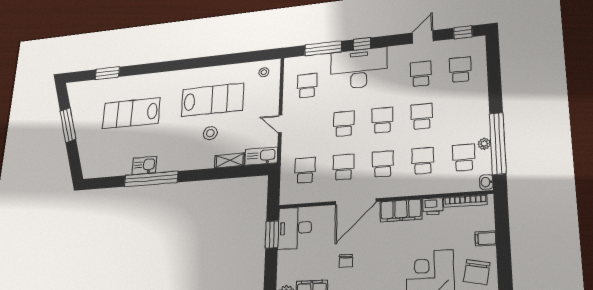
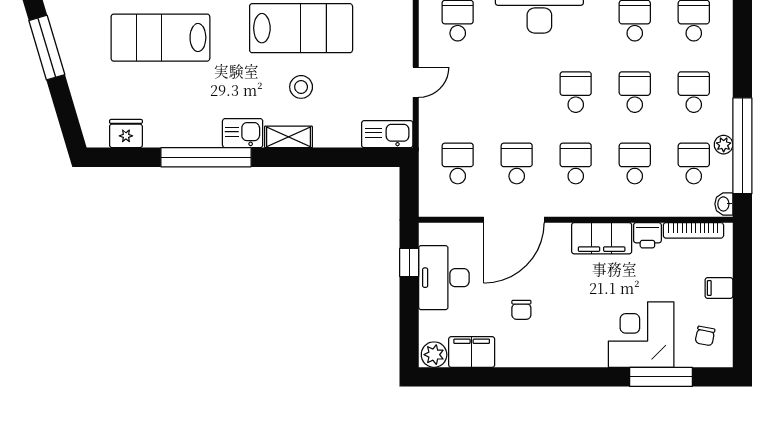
door: (280, 124) -> (416, 82), swing flipped
school desk: (344, 124) -> (694, 92), moved
shelving: (230, 160) -> (288, 137), moved
kitchen sink: (144, 165) -> (243, 133), moved
fridge: (106, 169) -> (126, 134), added
door: (356, 202) -> (514, 220), moved
desk: (295, 228) -> (444, 278), moved
window: (272, 234) -> (409, 263), width x0.67
chair: (477, 272) -> (705, 336), width x0.54, depth x0.54

